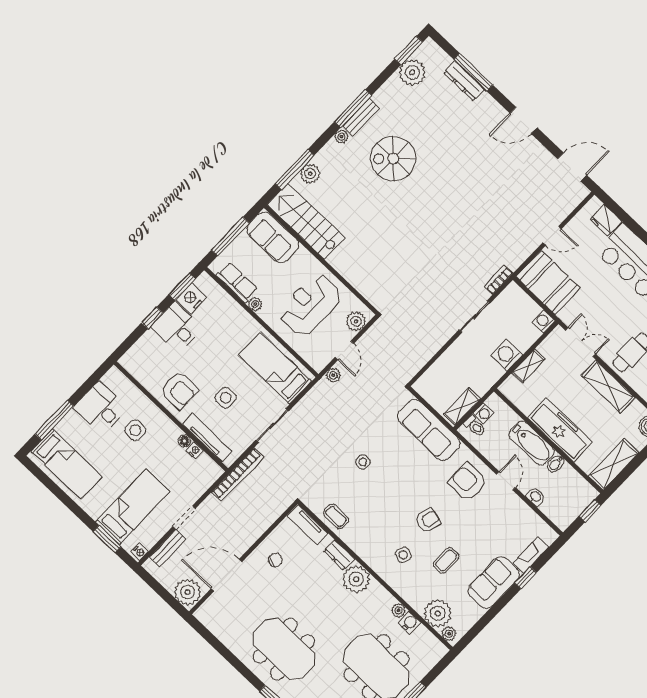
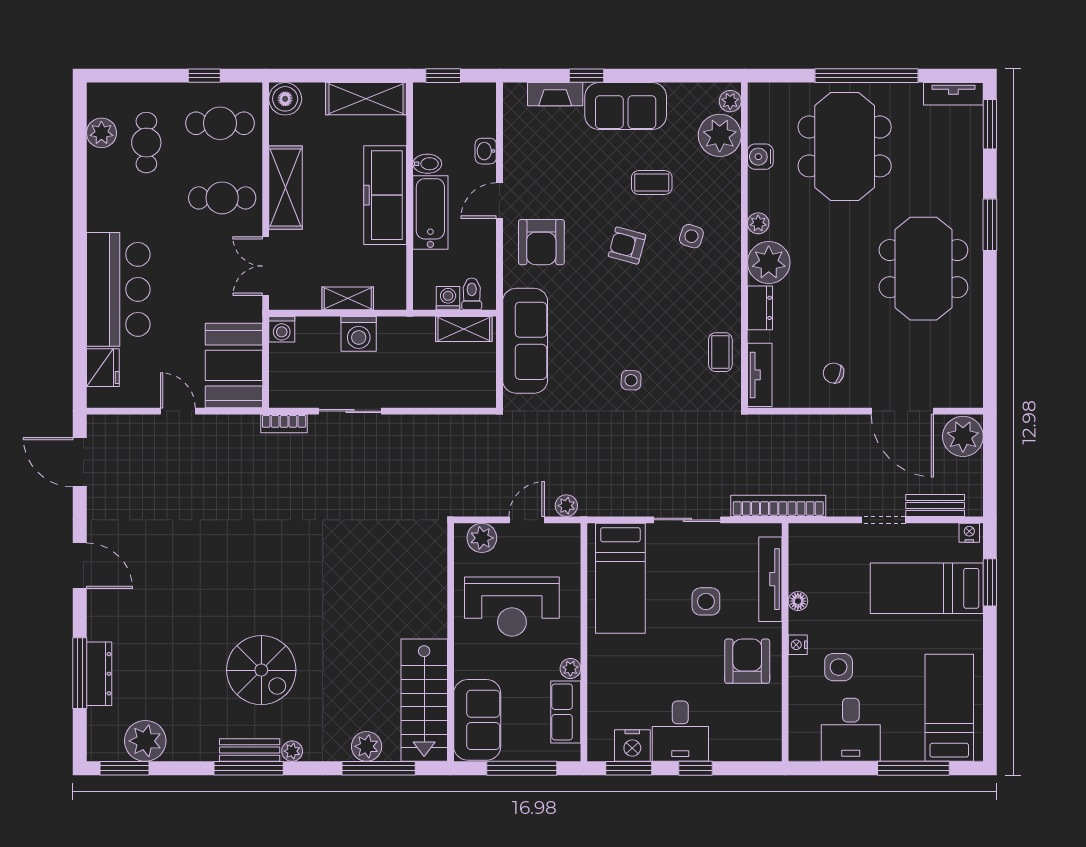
nightstand: (195, 451) -> (798, 645), moved
plant: (399, 610) -> (758, 223), moved

